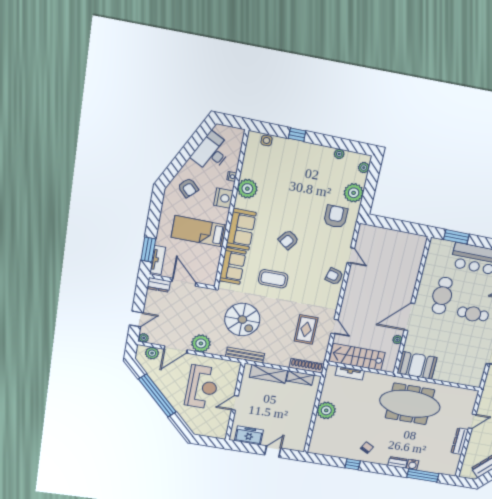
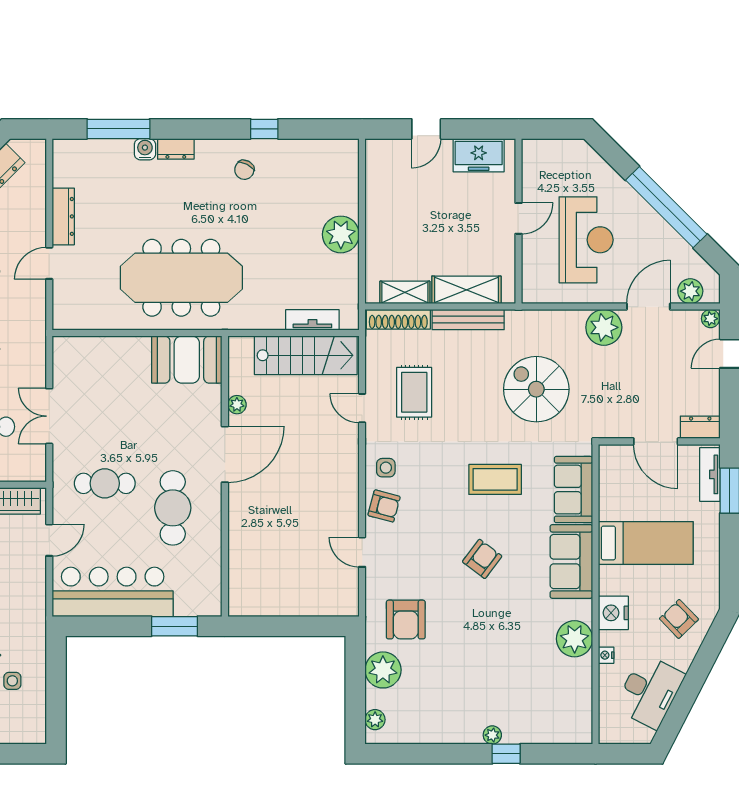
side table: (267, 140) -> (386, 468), moved
plant: (339, 154) -> (492, 735), moved
bench: (245, 355) -> (468, 320), moved
reception desk: (202, 387) -> (586, 240), turned 180

